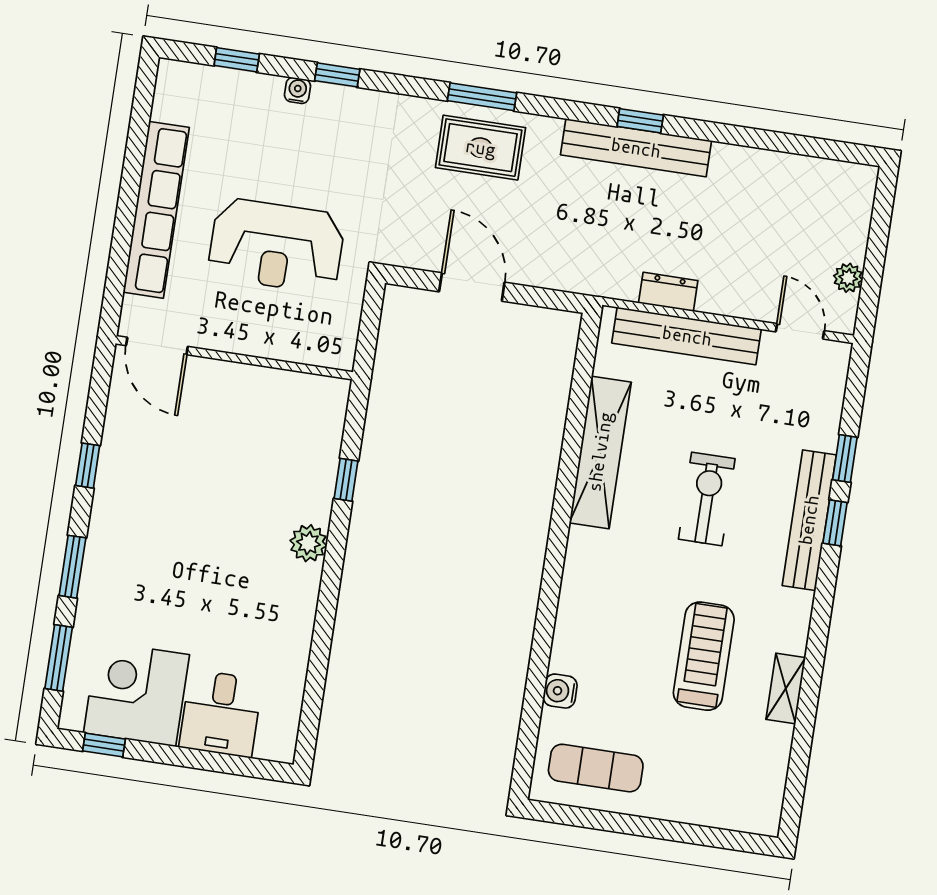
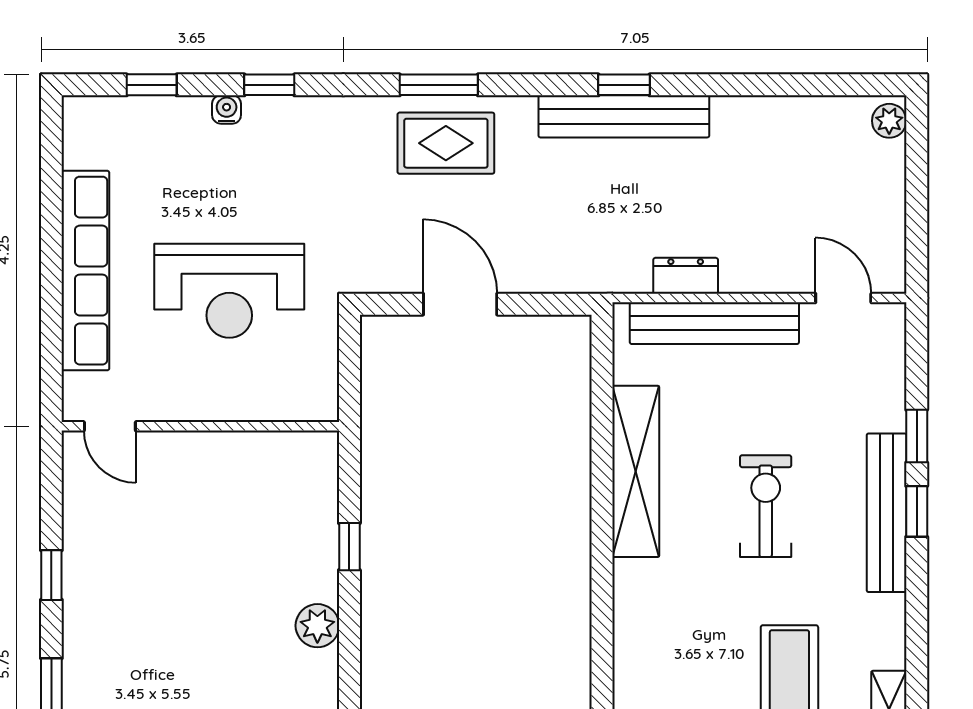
plant: (848, 278) -> (889, 121), moved
door: (157, 346) -> (110, 426), width x0.73

